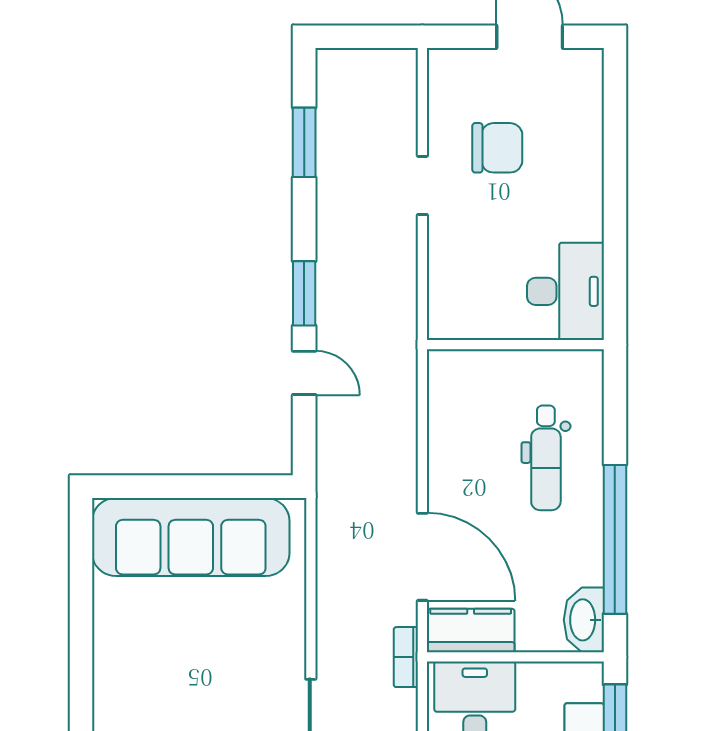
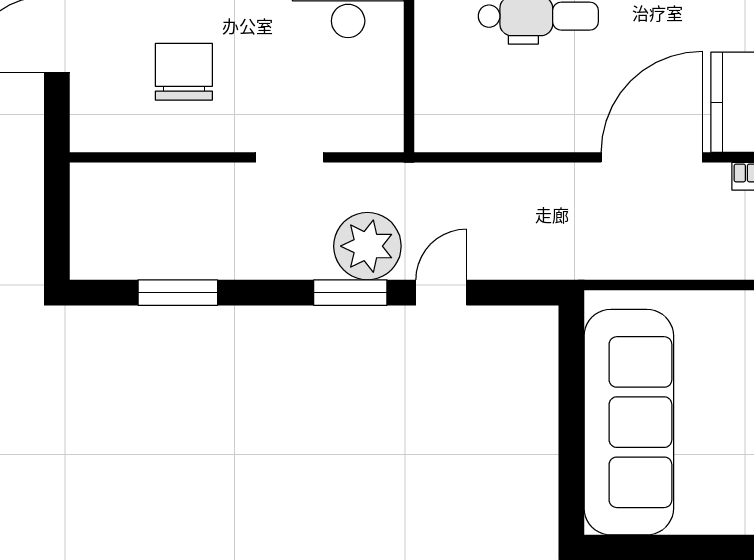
doorway: (422, 185) -> (290, 157), moved
plant: (345, 308) -> (367, 246), added

